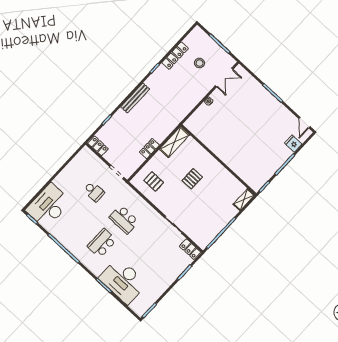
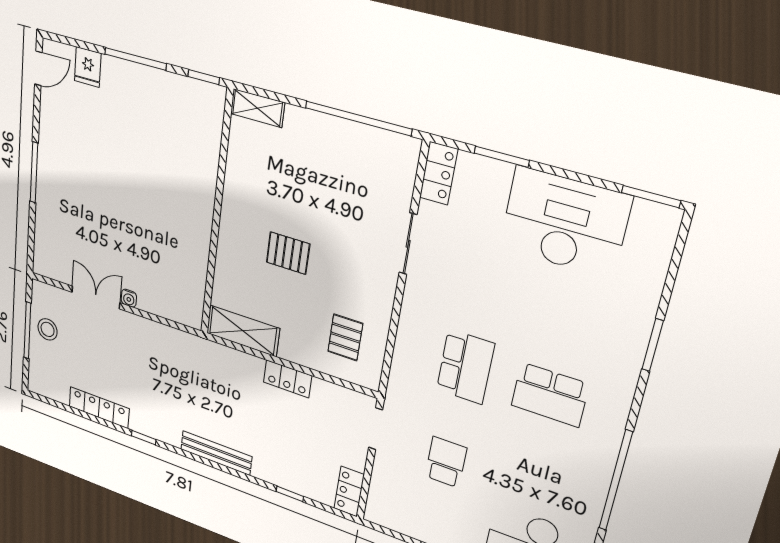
stool: (200, 63) -> (48, 329), moved
double door: (224, 77) -> (96, 297), moved
desk: (123, 281) -> (565, 222), moved, turned -90

